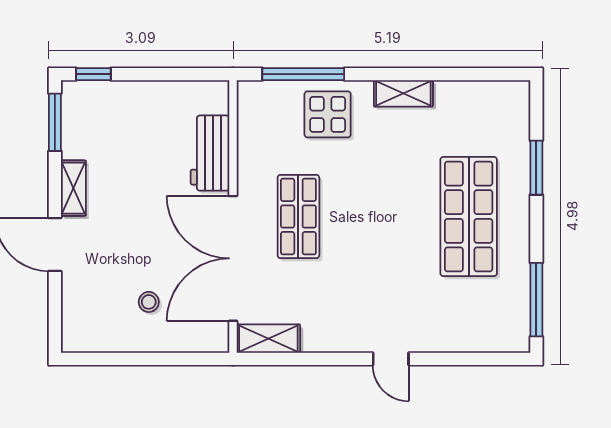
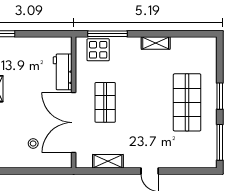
display table: (328, 114) -> (98, 50), moved
window: (536, 168) -> (220, 96), moved
shelving: (268, 339) -> (108, 161), moved

